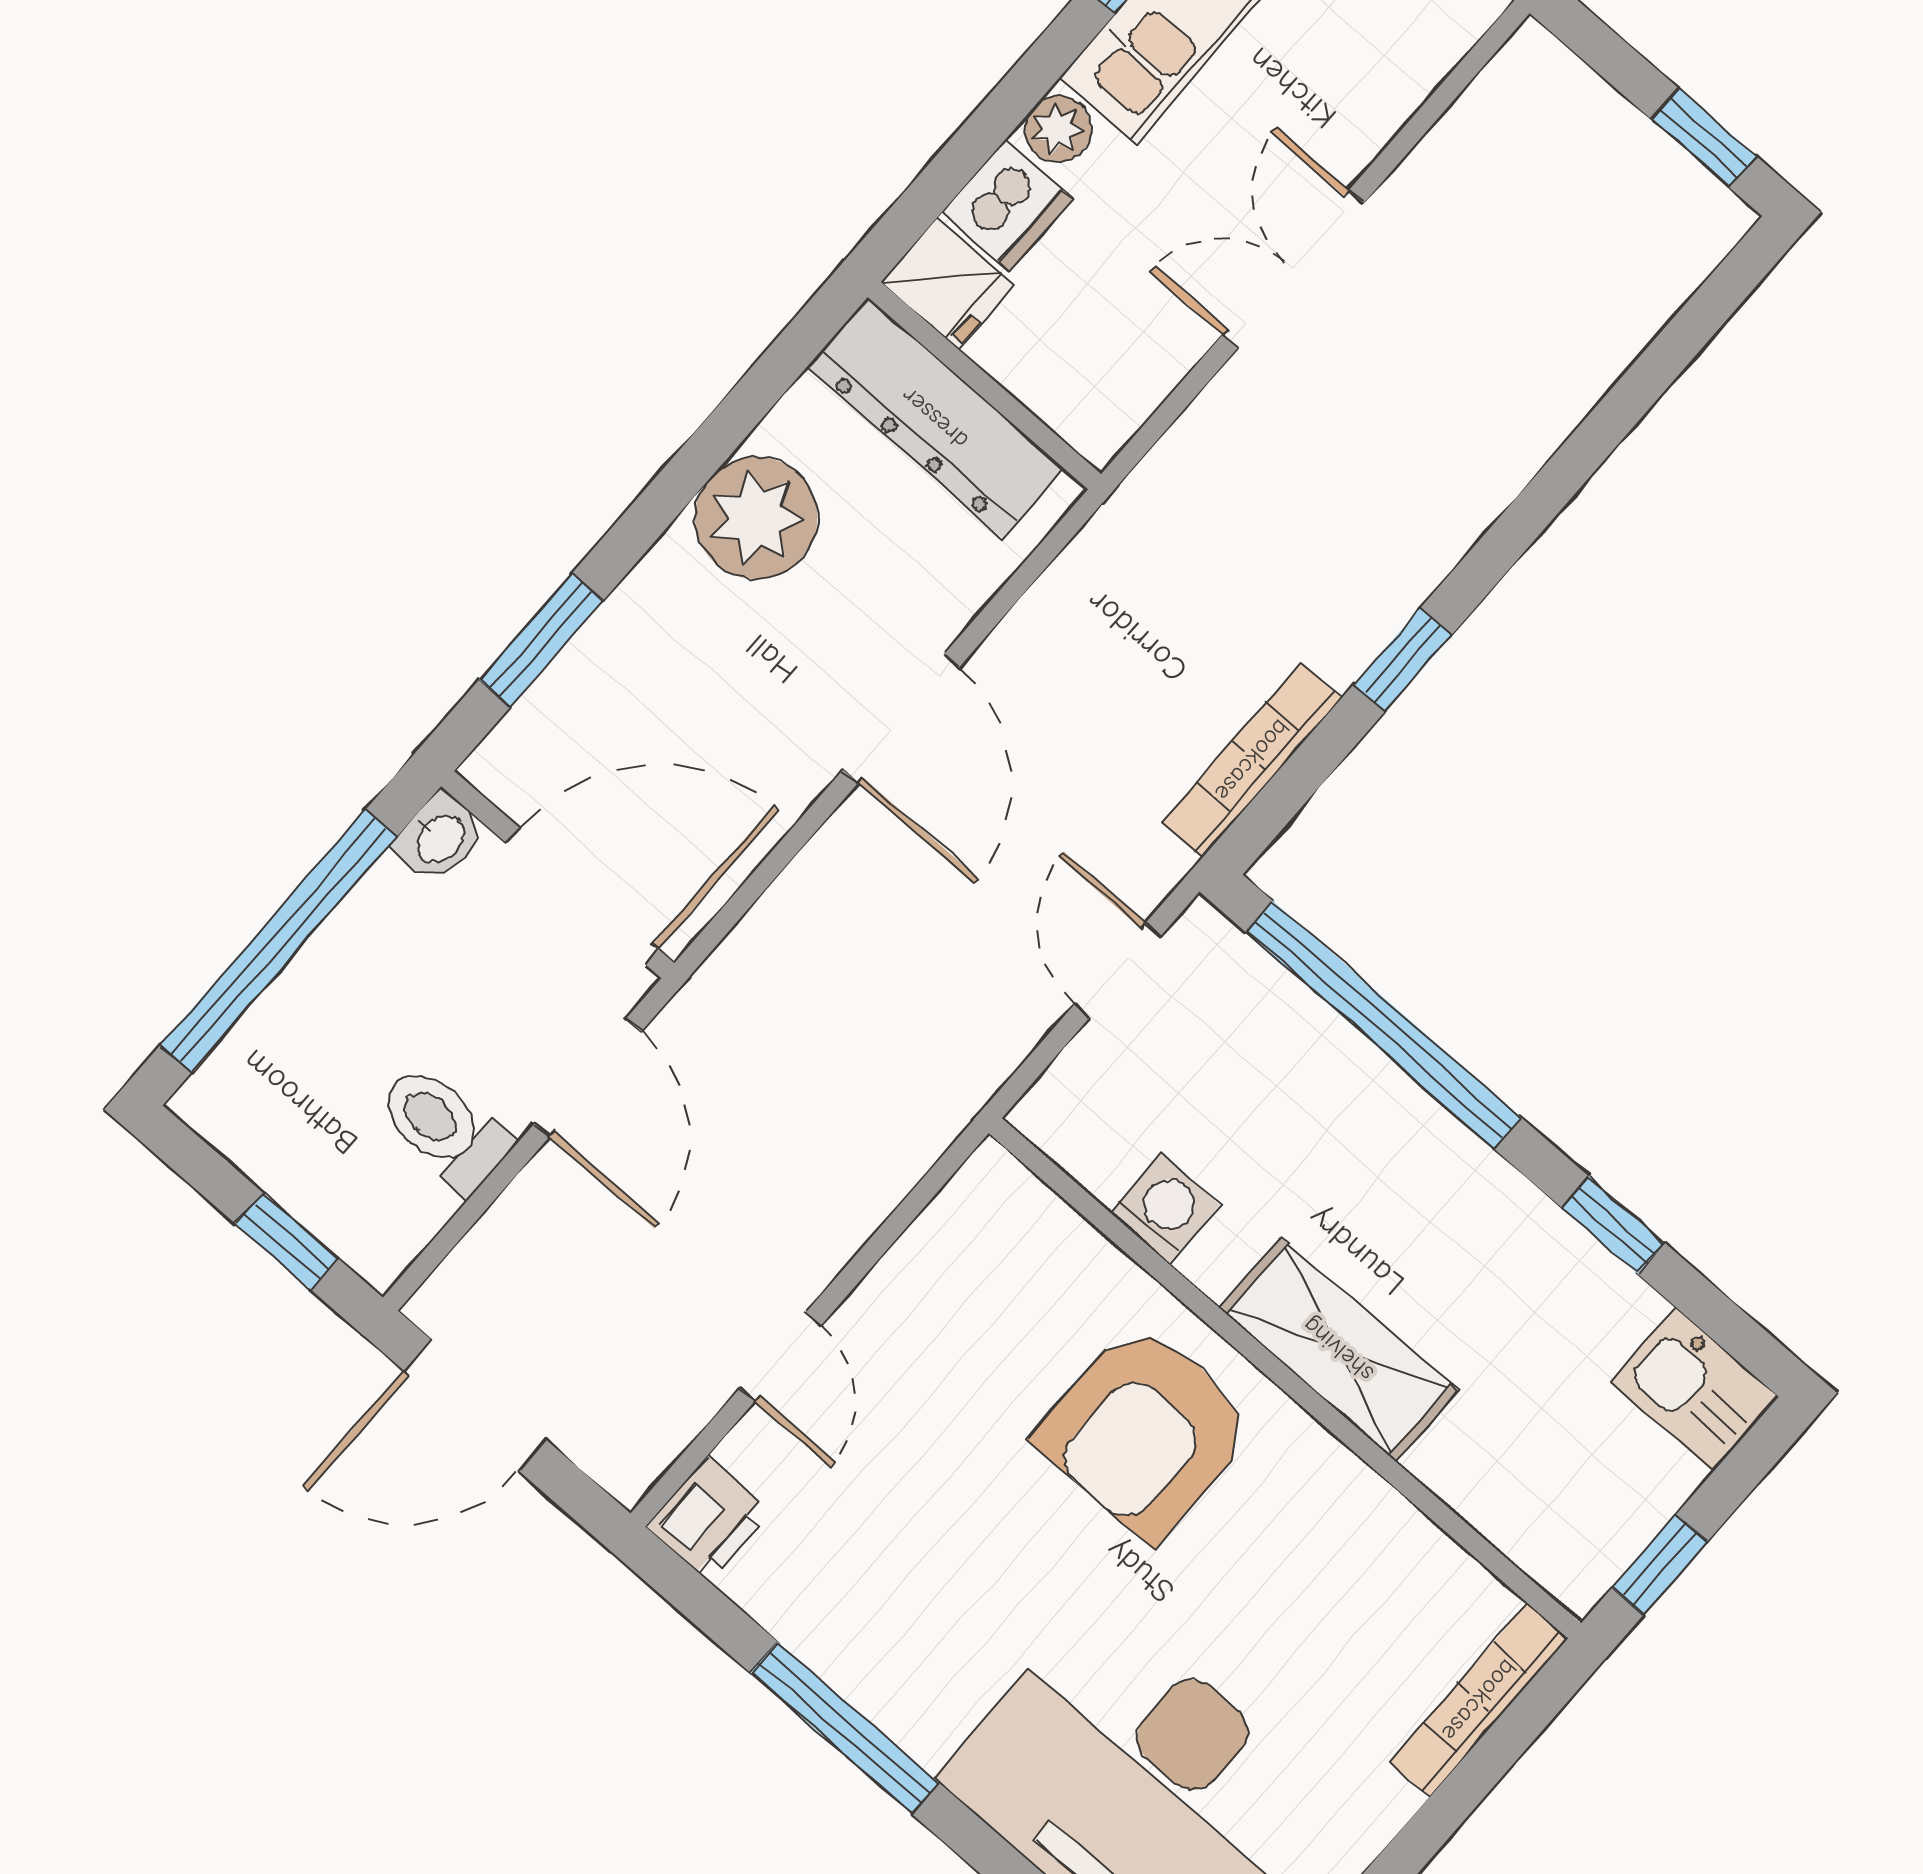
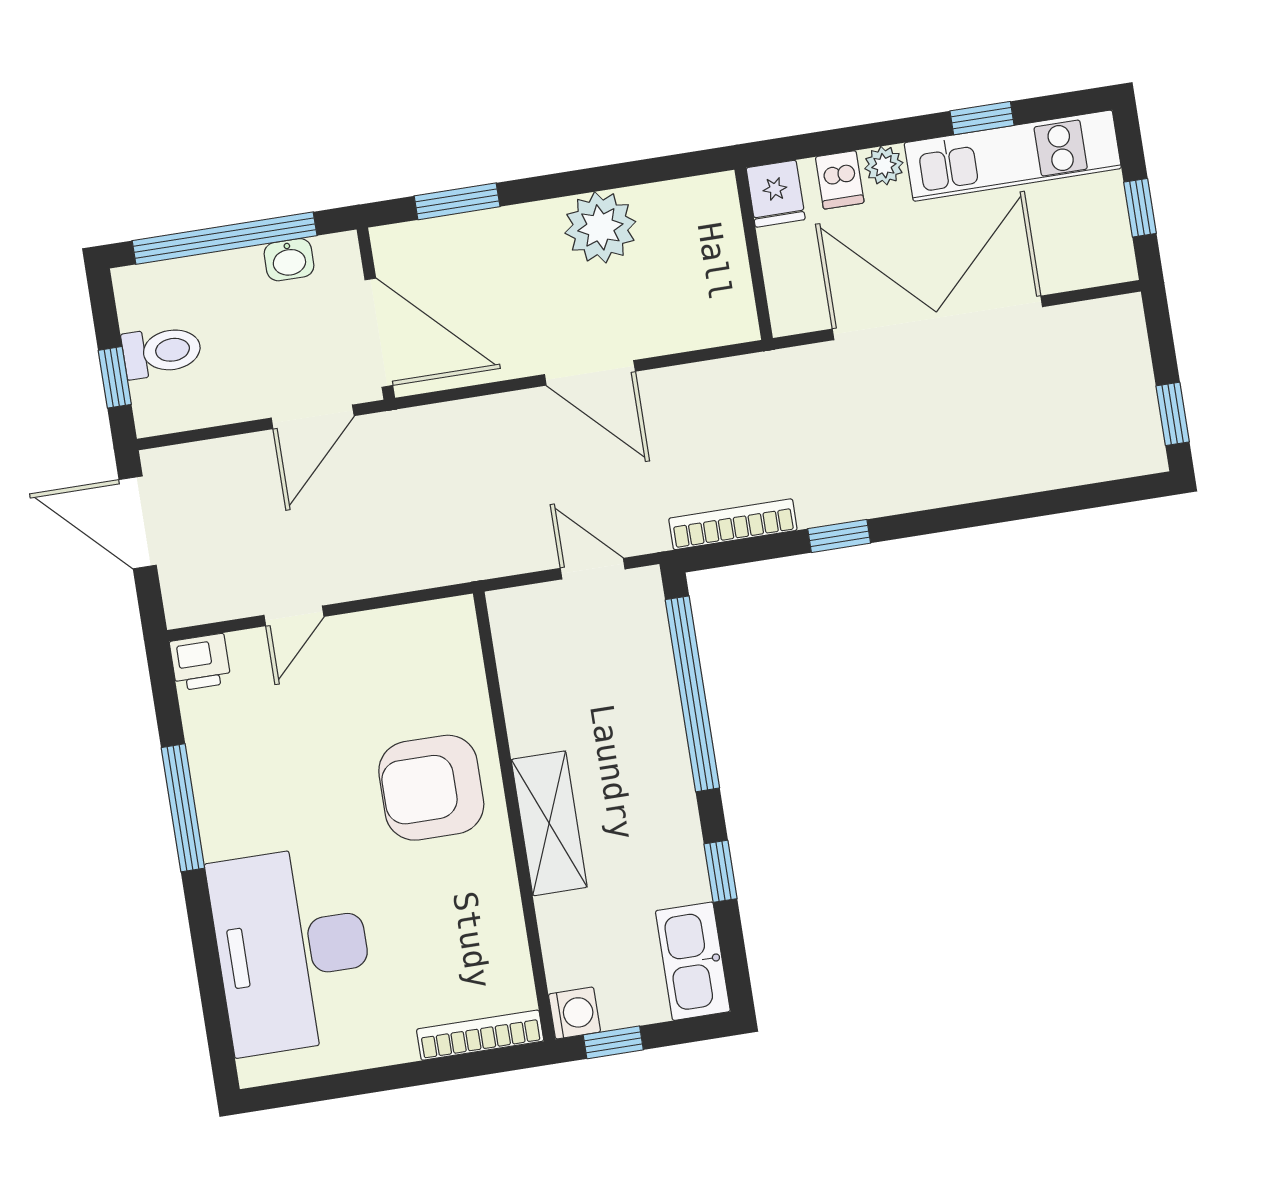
dishwasher: (1007, 206) -> (840, 180), width x0.73
double door: (1293, 269) -> (937, 318), width x1.87
dresser: (935, 418) -> (719, 250), removed
door: (901, 719) -> (590, 373), hinge flipped
washbasin: (439, 838) -> (289, 260), moved
door: (1117, 970) -> (593, 569), hinge flipped
toilet: (444, 1128) -> (162, 351), moved, turned 90
washing machine: (1165, 1209) -> (574, 1013), moved
kitchen sink: (1694, 1389) -> (693, 961), width x1.38

